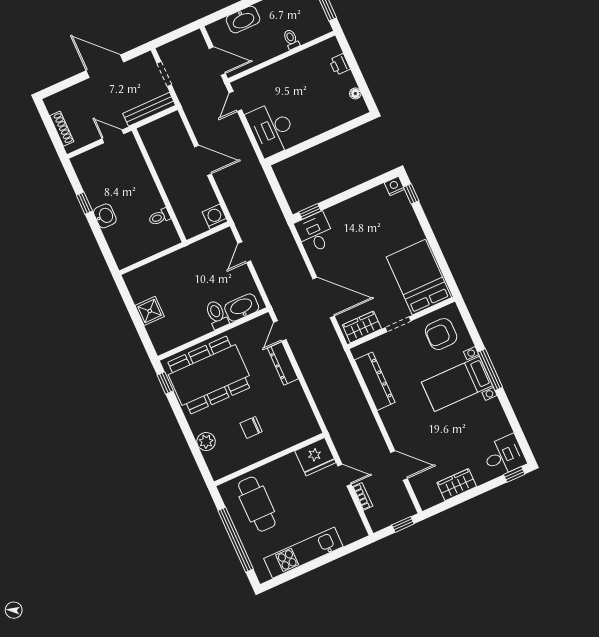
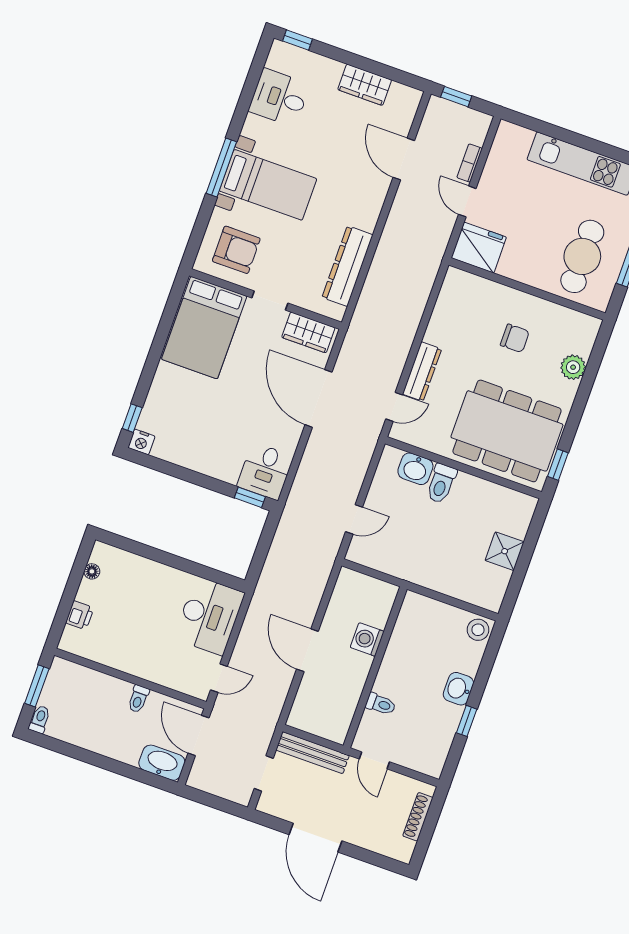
washbasin: (243, 19) -> (162, 763), moved
toilet: (291, 39) -> (138, 699), moved
toilet: (159, 217) -> (381, 704), moved
washing machine: (215, 217) -> (367, 639), moved, turned 90
stool: (124, 257) -> (478, 630), added
washbasin: (242, 308) -> (415, 469), width x0.72
desk: (504, 456) -> (279, 98), moved

